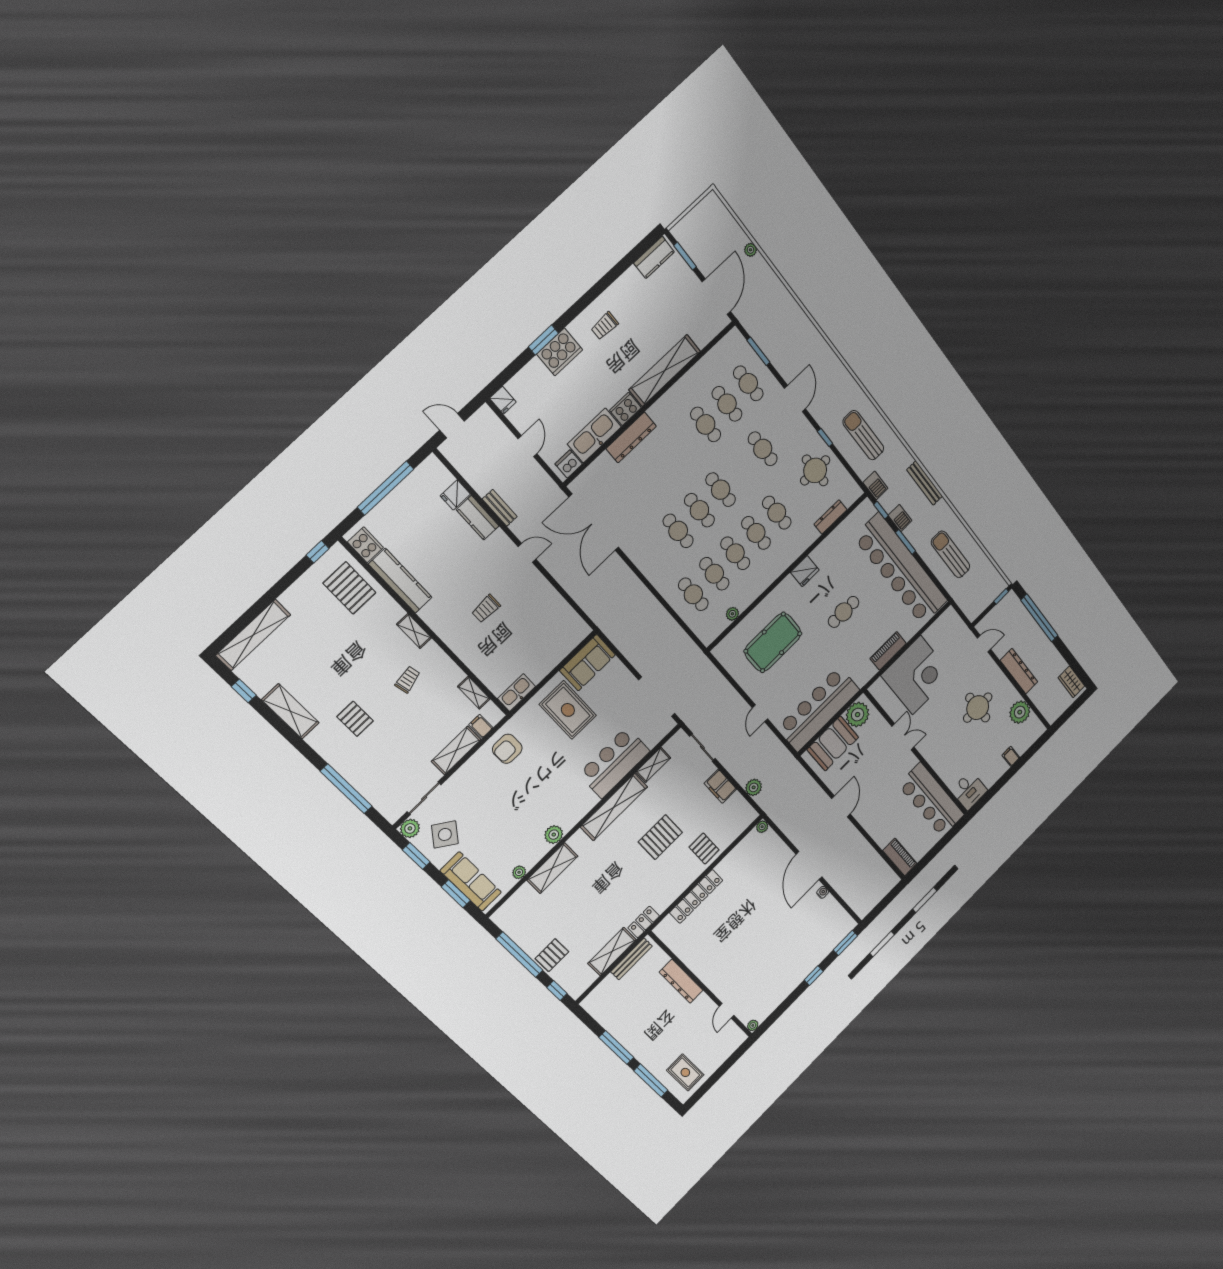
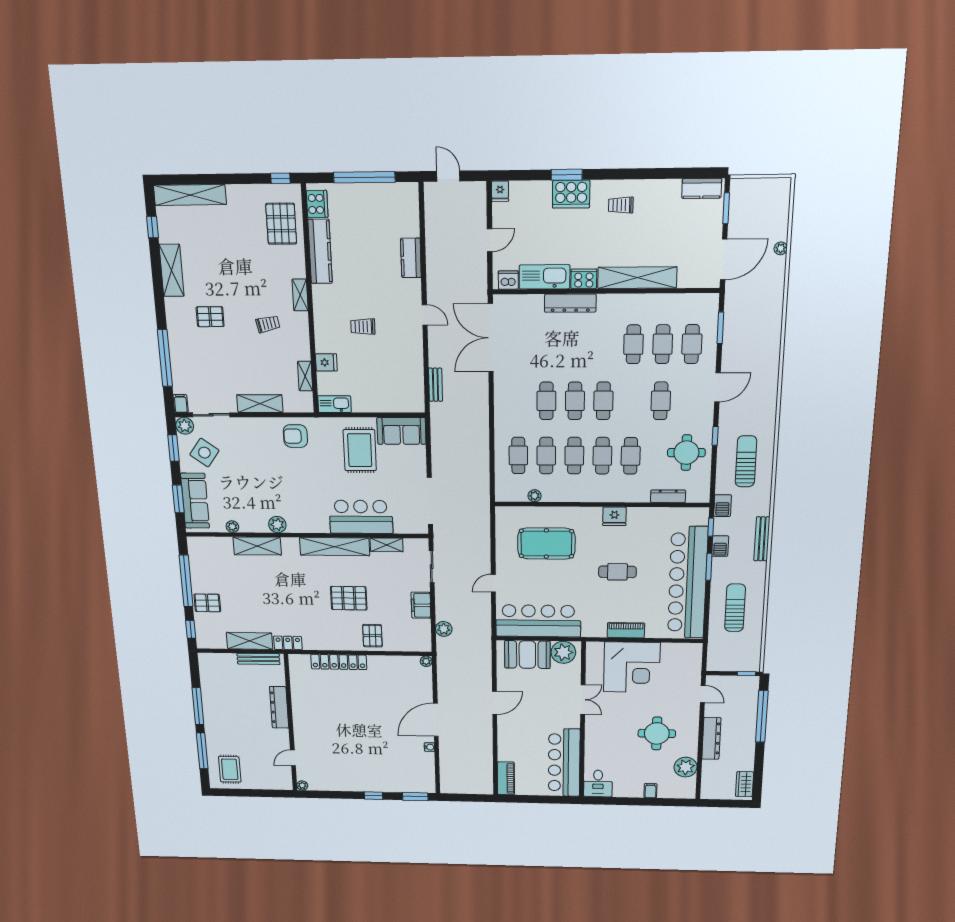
fridge: (455, 495) -> (326, 362), moved, turned 180
bench: (500, 508) -> (435, 385), moved
pallet: (355, 719) -> (210, 317), turned 90
filing cabinet: (481, 726) -> (181, 403), moved

